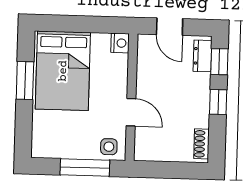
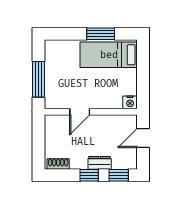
dresser: (203, 56) -> (100, 163), moved
bed: (63, 71) -> (109, 55), width x0.67
side table: (109, 147) -> (54, 96), removed

